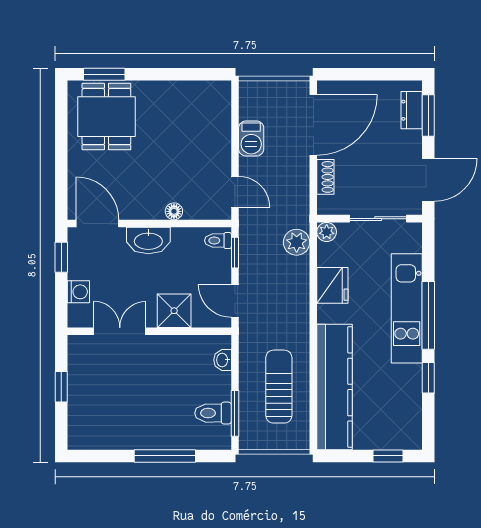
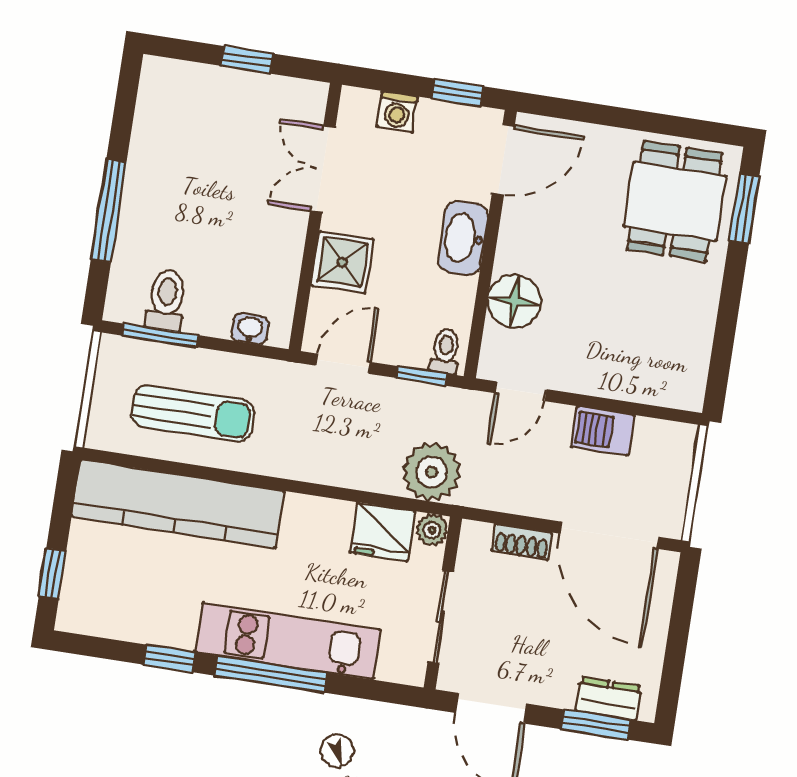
dining table: (106, 117) -> (675, 201), turned 90
floor lamp: (174, 211) -> (514, 301), width x1.89, depth x1.89
plant: (297, 242) -> (432, 472), width x1.36, depth x1.36
fridge: (332, 285) -> (382, 532), moved
double door: (120, 331) -> (323, 169), swing flipped

